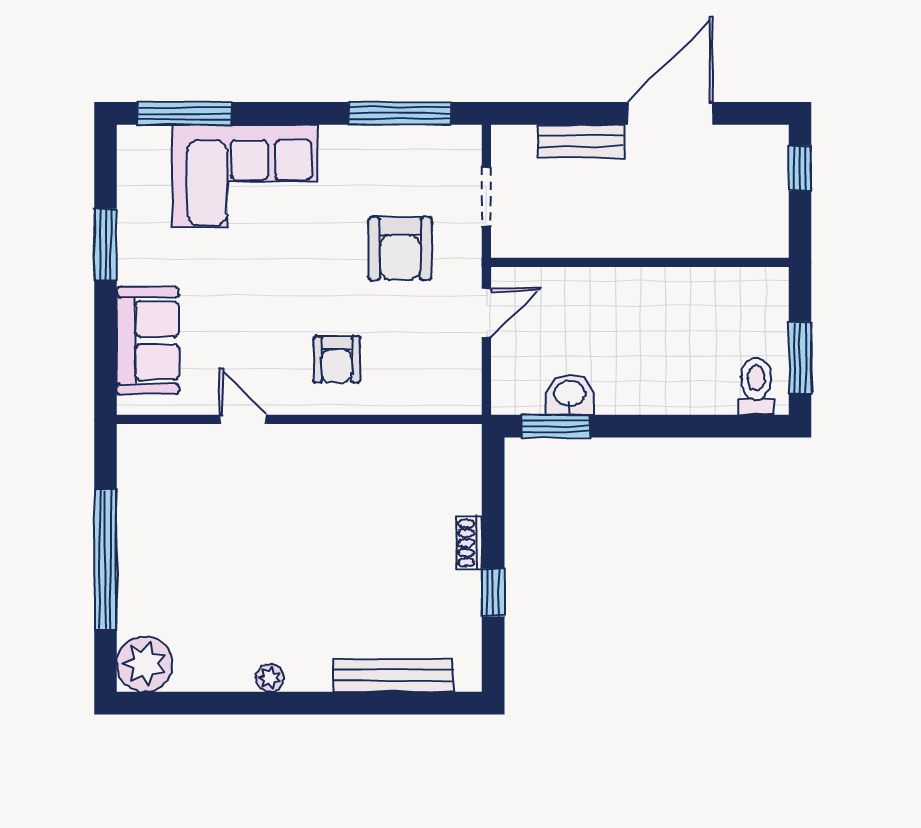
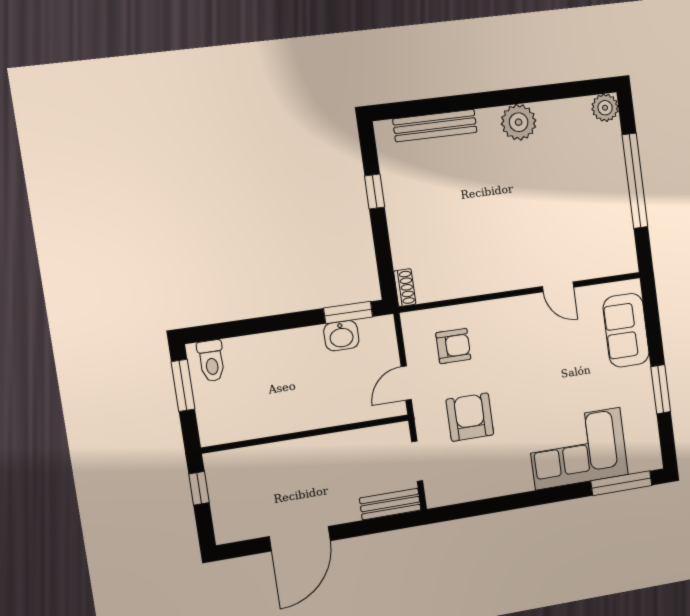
window: (399, 113) -> (483, 507), removed
bench: (581, 141) -> (390, 504), moved
window: (800, 168) -> (199, 488), moved
armchair: (337, 359) -> (453, 346), moved, turned 90
shoe rack: (469, 543) -> (405, 288), moved
plant: (145, 664) -> (605, 108), width x0.73, depth x0.73
plant: (270, 678) -> (519, 122), width x1.88, depth x1.88

